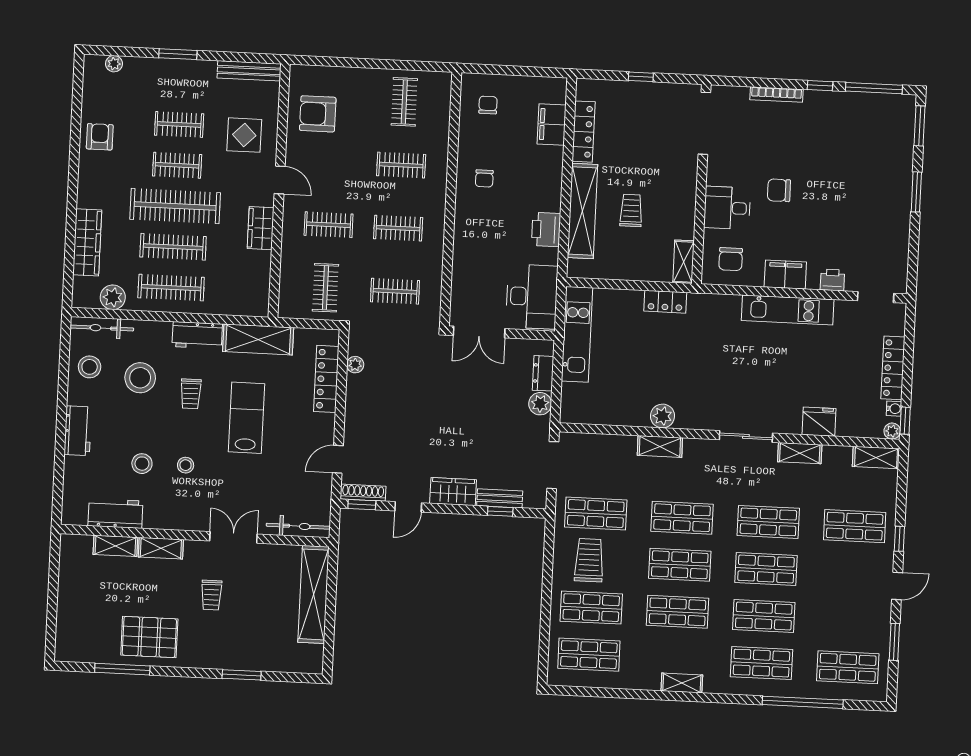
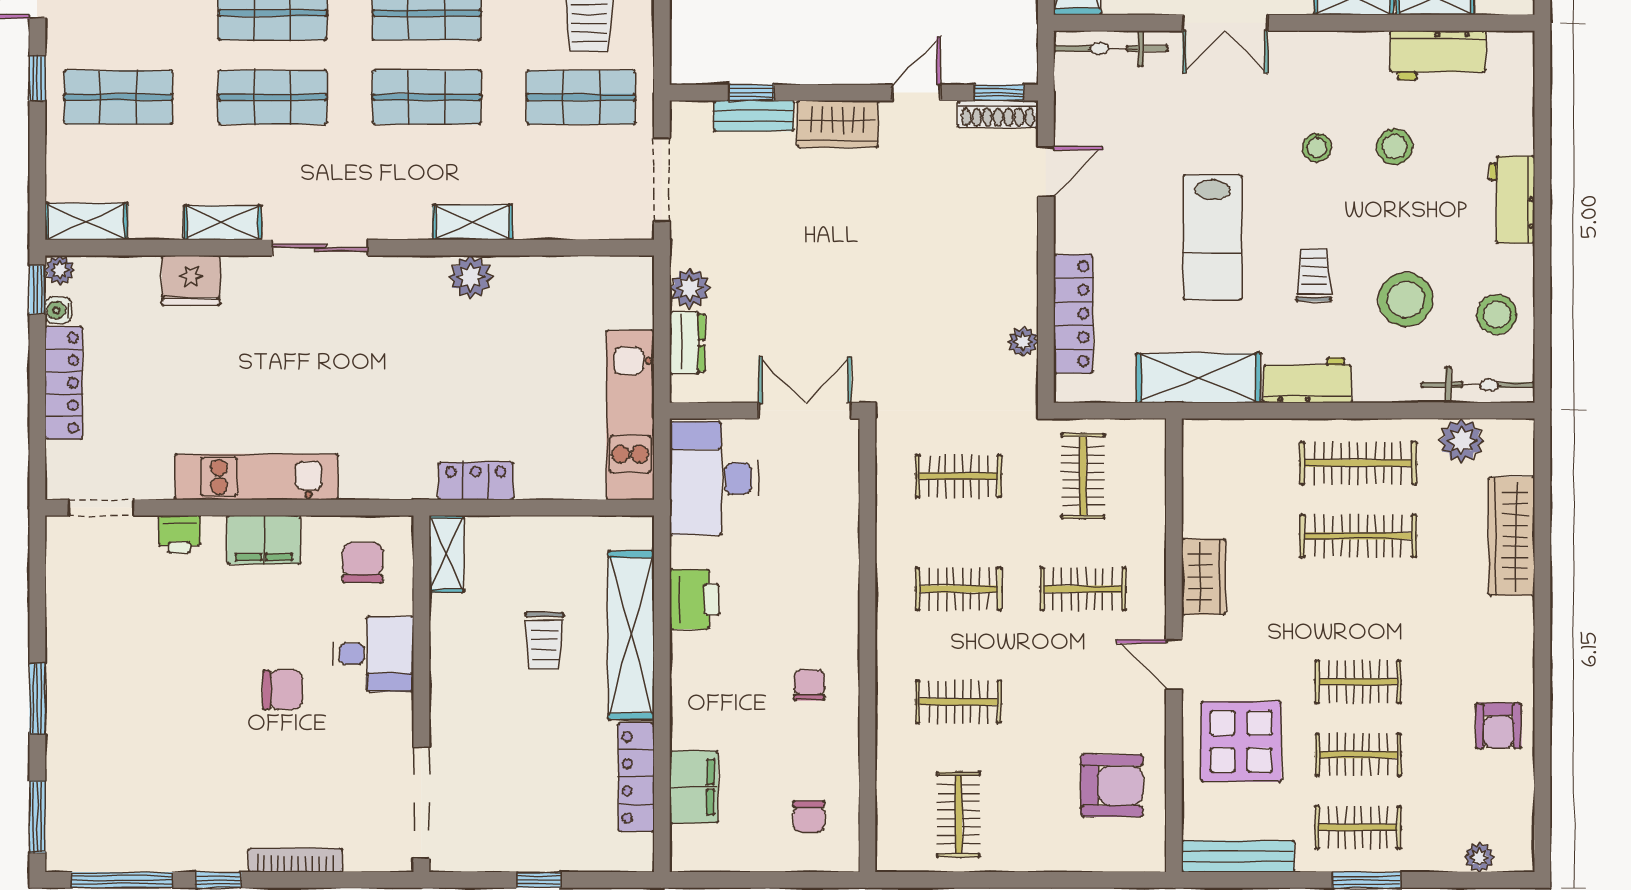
display table: (244, 135) -> (1241, 741), width x1.36, depth x1.36
clothes rail: (175, 206) -> (1358, 827), moved, width x0.54, depth x0.76

